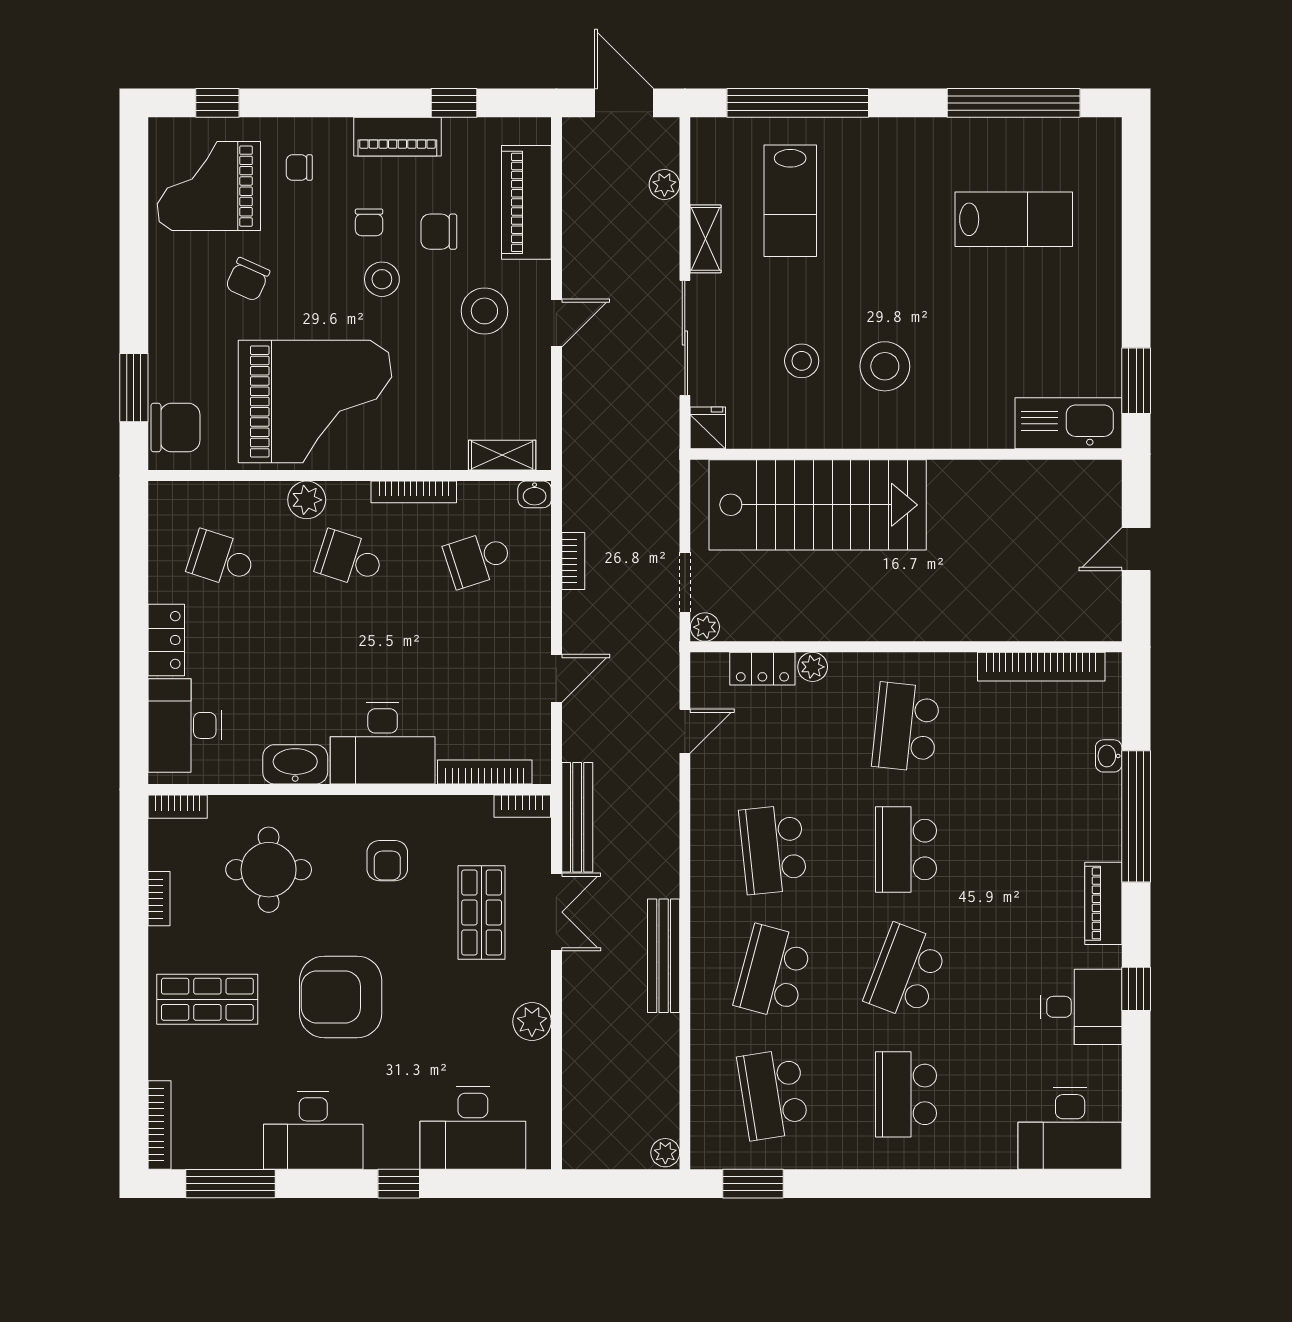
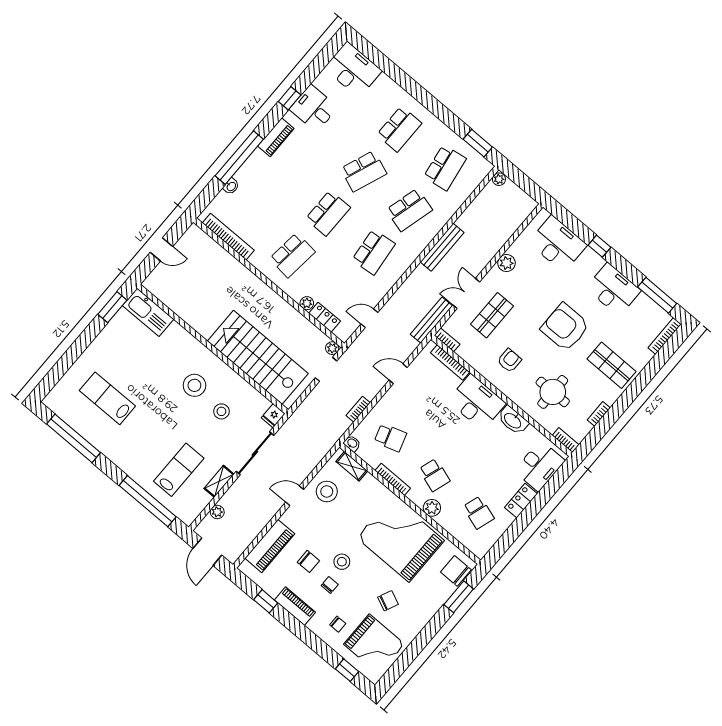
stool: (484, 311) -> (327, 491), moved
armchair: (341, 997) -> (565, 327), turned 180

